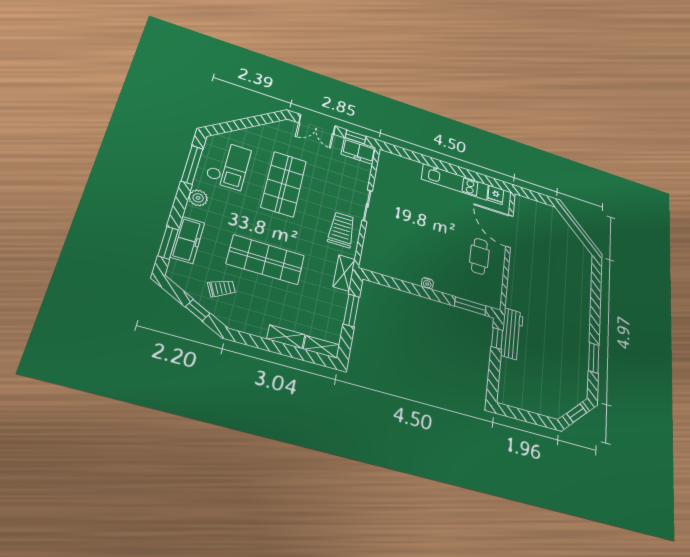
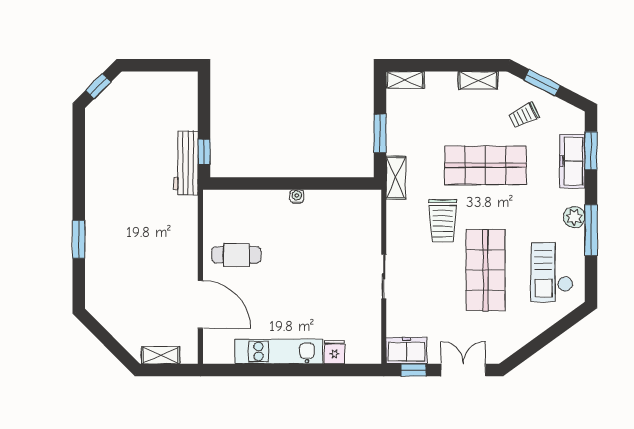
window: (192, 165) -> (591, 230), moved
fridge: (496, 195) -> (334, 352), moved
shelving: (541, 208) -> (160, 355), added
trolley: (342, 230) -> (443, 221), moved
cafe table: (479, 256) -> (236, 255), turned 90
window: (470, 306) -> (241, 183), removed
window: (198, 310) -> (542, 83), width x1.50
shelving: (286, 337) -> (478, 80), moved
window: (594, 358) -> (79, 239), moved

